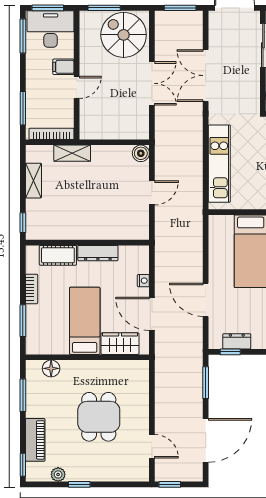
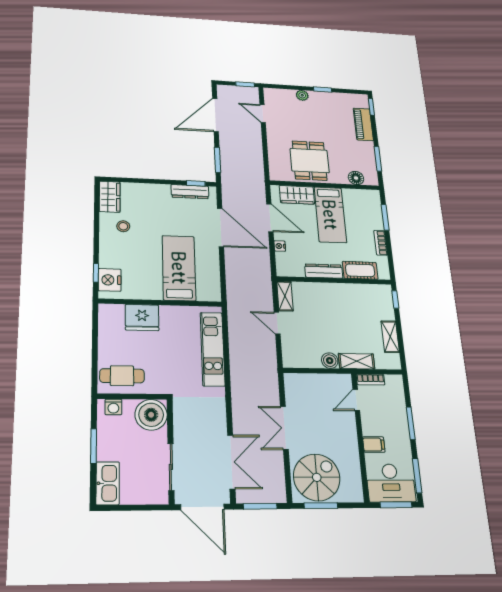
window: (104, 8) -> (321, 506), moved
spiral stairs: (124, 35) -> (317, 477), turned -90
double door: (206, 76) -> (231, 462), moved
door: (77, 87) -> (356, 400), moved
window: (23, 108) -> (411, 423), moved
bookcase: (52, 134) -> (370, 379), width x0.64
boiler: (141, 153) -> (330, 361), moved
door: (152, 193) -> (277, 323), hinge flipped
shelving: (142, 223) -> (285, 296), added
door: (206, 300) -> (221, 227), width x1.36
dresser: (237, 341) -> (190, 192), width x1.44
dining table: (99, 417) -> (310, 161), moved
plant: (58, 474) -> (302, 95), moved

